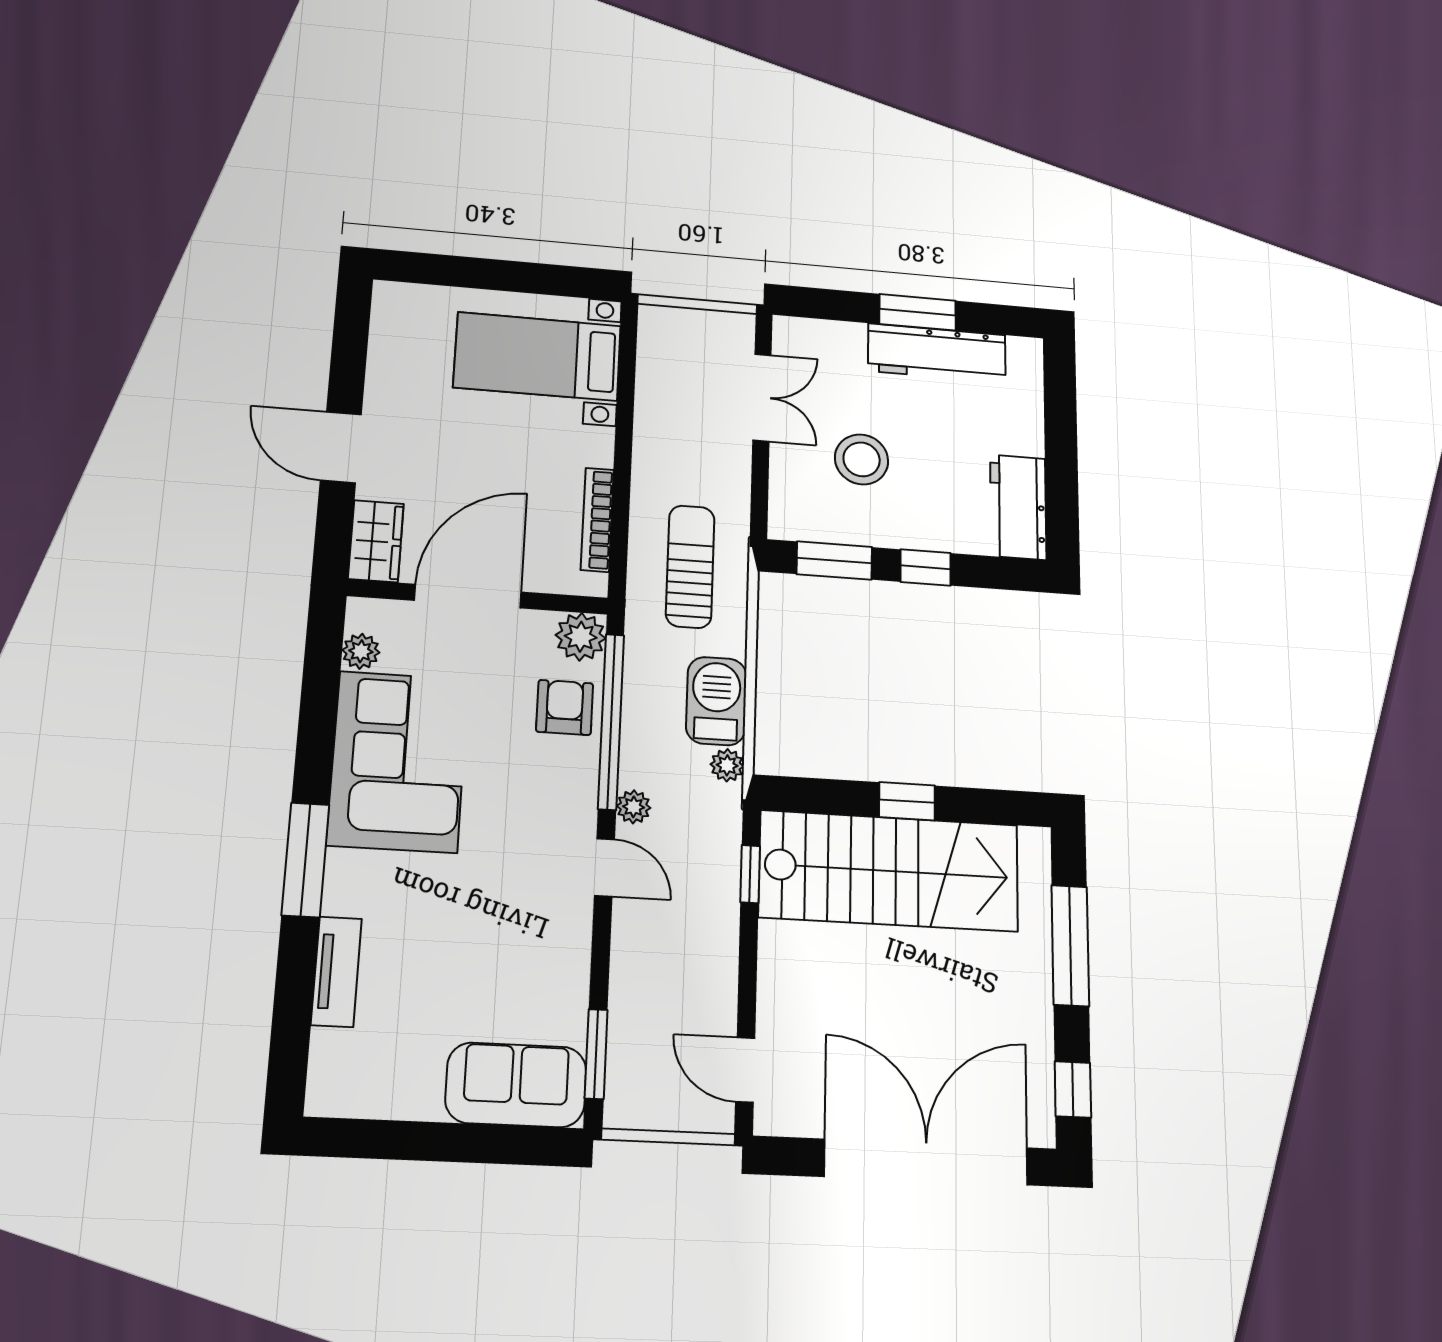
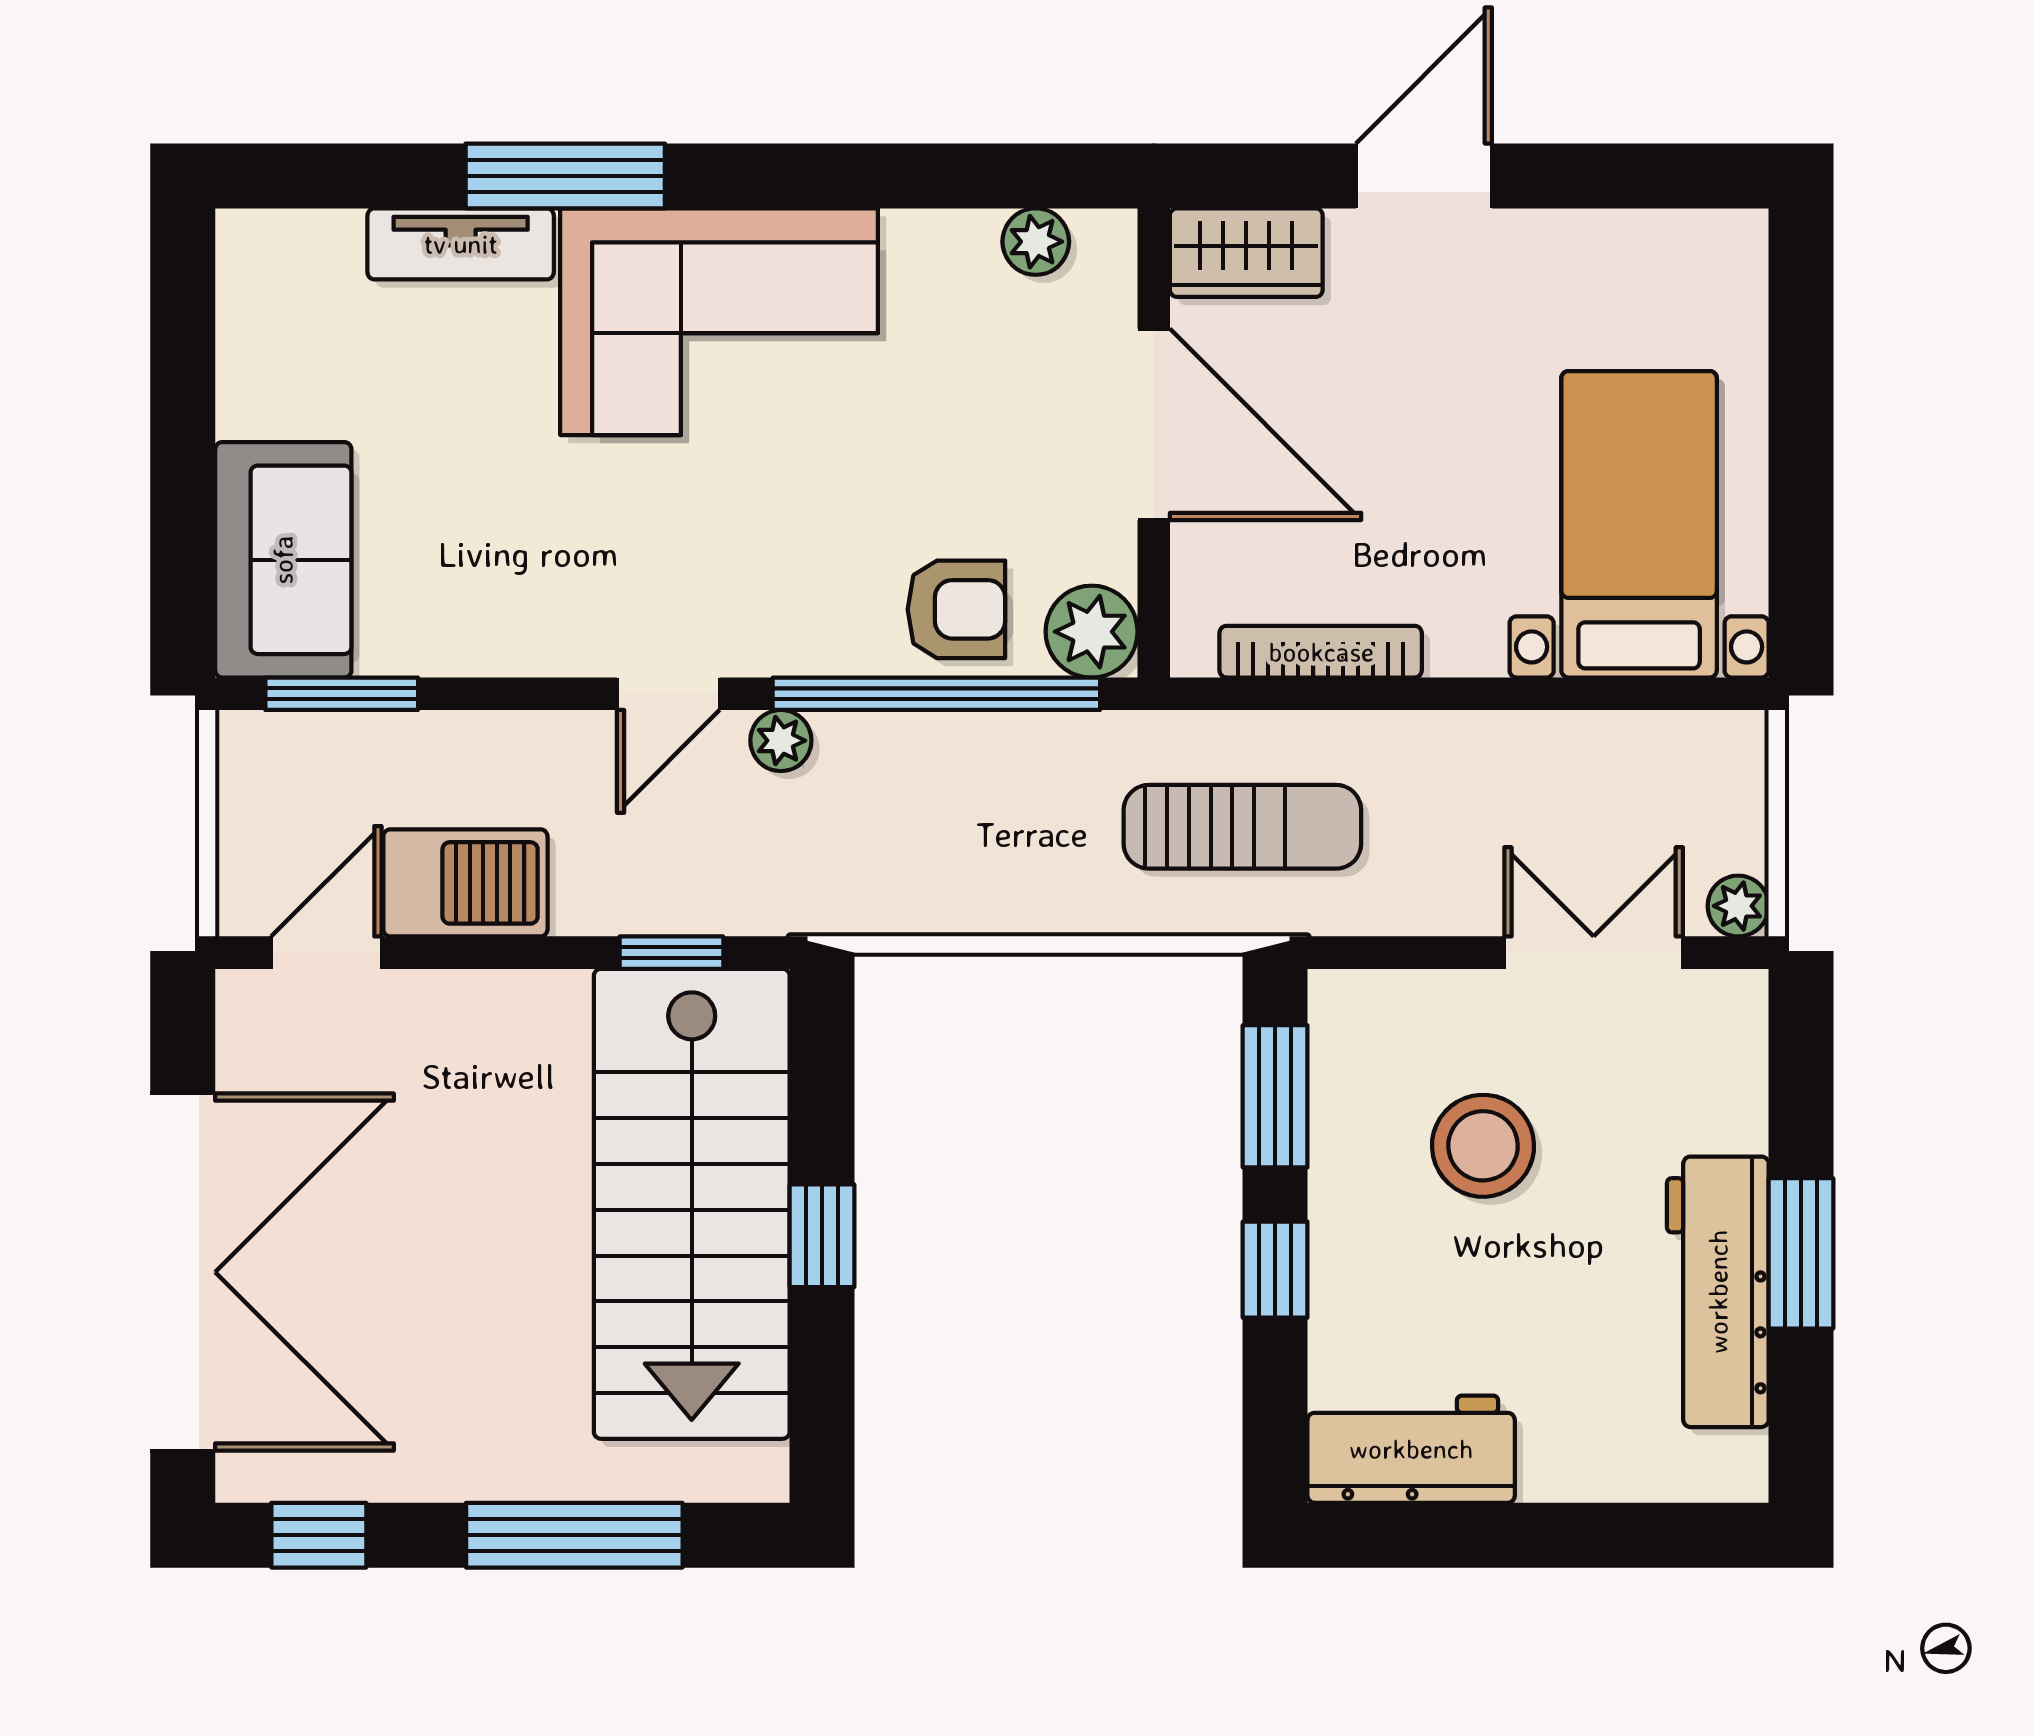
double door: (762, 397) -> (1594, 953), swing flipped
barbecue: (716, 701) -> (465, 883), moved
corner sofa: (398, 762) -> (719, 322), moved
plant: (727, 765) -> (1738, 906), moved
window: (305, 860) -> (565, 176), moved

